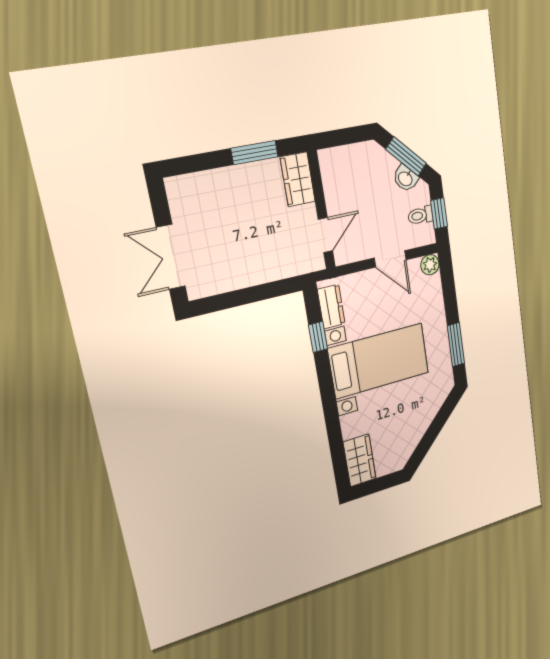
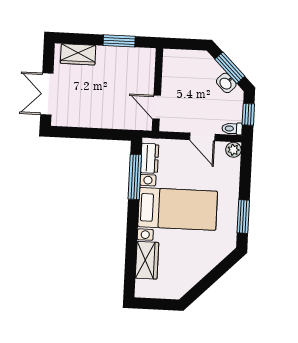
wardrobe: (298, 179) -> (78, 54), moved, turned -90
toilet: (421, 215) -> (232, 129), moved
door: (325, 235) -> (157, 107), swing flipped
window: (318, 337) -> (135, 177), width x2.17
wardrobe: (360, 460) -> (147, 260), moved

